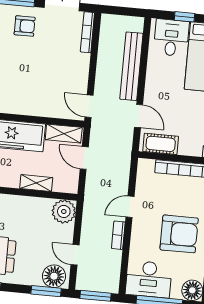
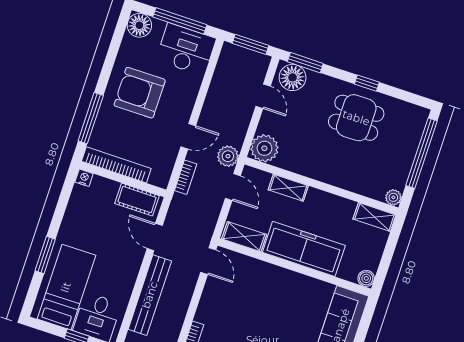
door: (84, 158) -> (233, 187), moved
plant: (93, 198) -> (228, 156), added
bookcase: (118, 235) -> (186, 177), moved

